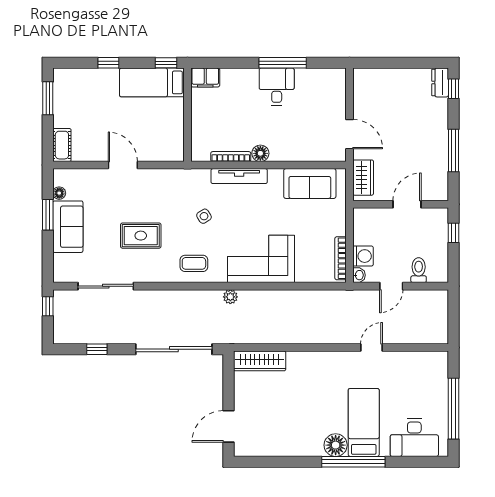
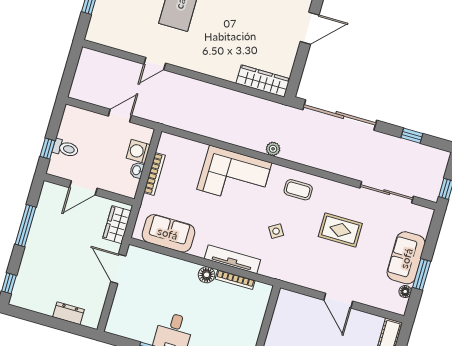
dresser: (440, 82) -> (68, 313), moved, turned -90
bookcase: (340, 258) -> (154, 174), moved
toilet: (419, 270) -> (66, 148), moved, turned -90
washbasin: (359, 275) -> (137, 170), moved

